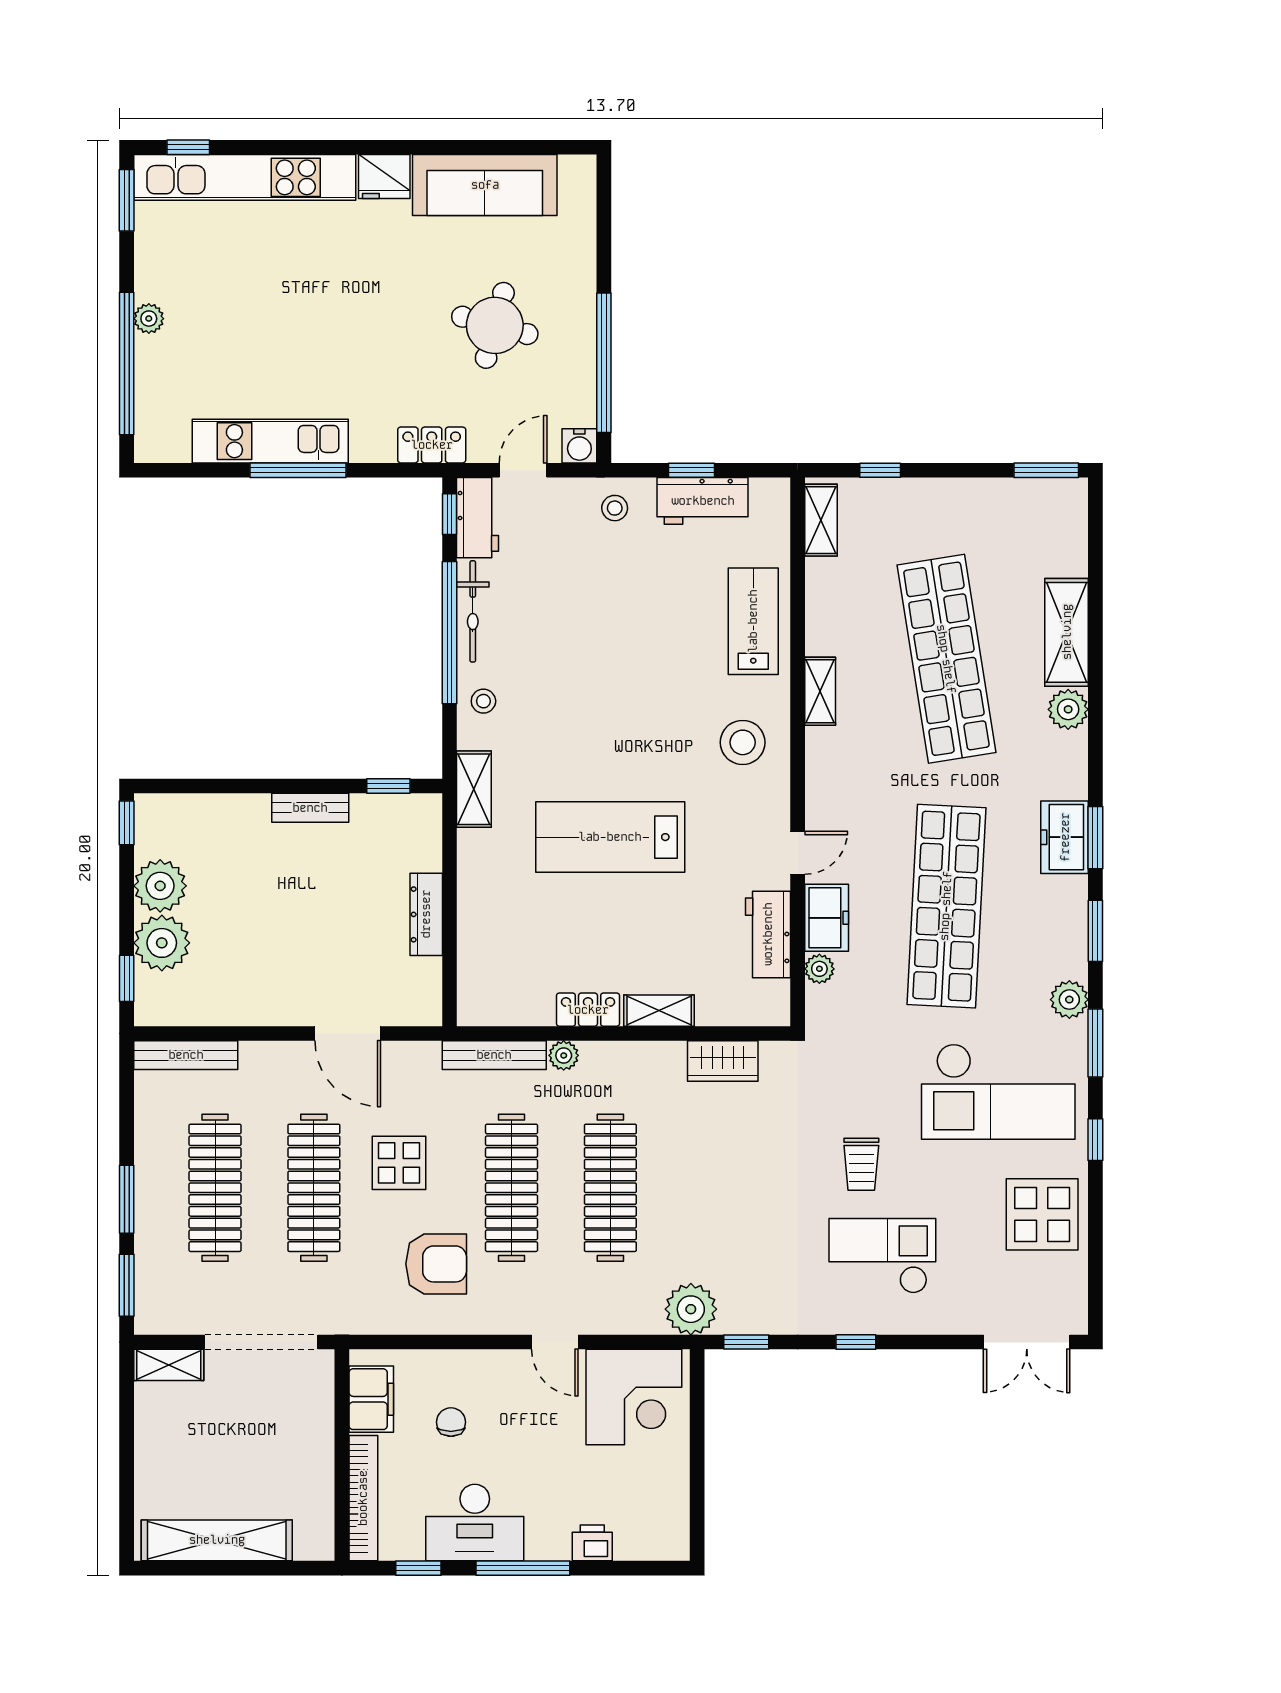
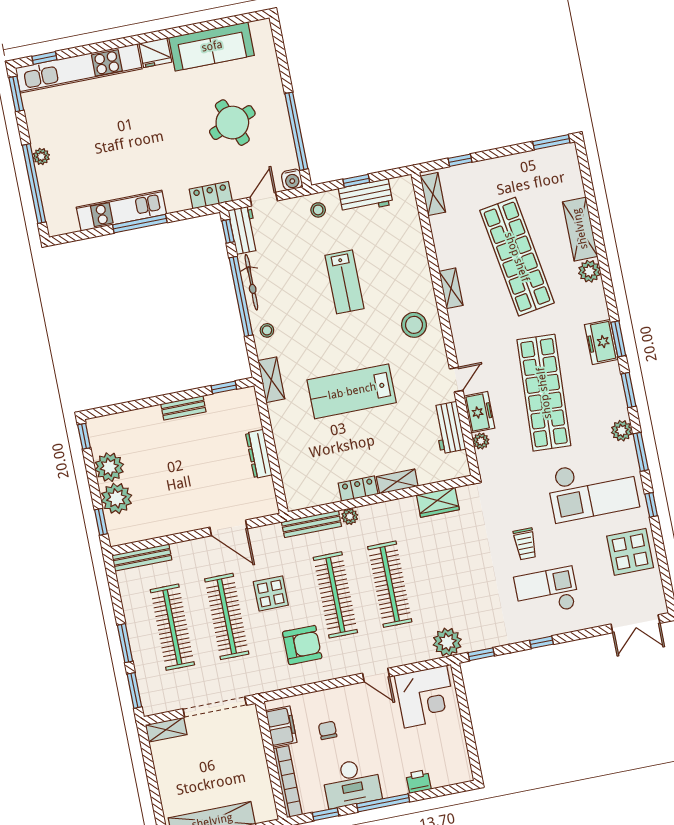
round table: (495, 325) -> (232, 123), turned -36
lab bench: (753, 621) -> (344, 282), moved, turned 180

